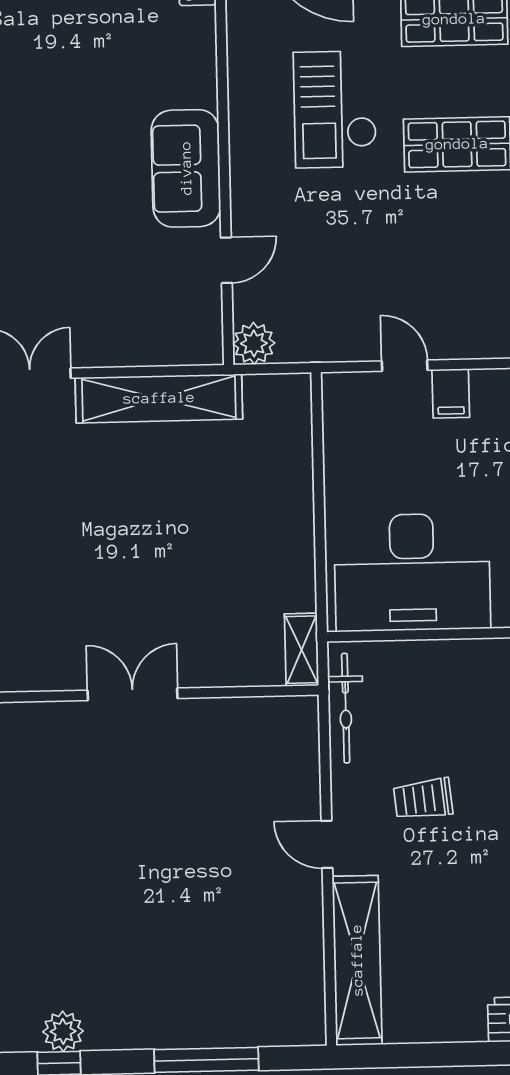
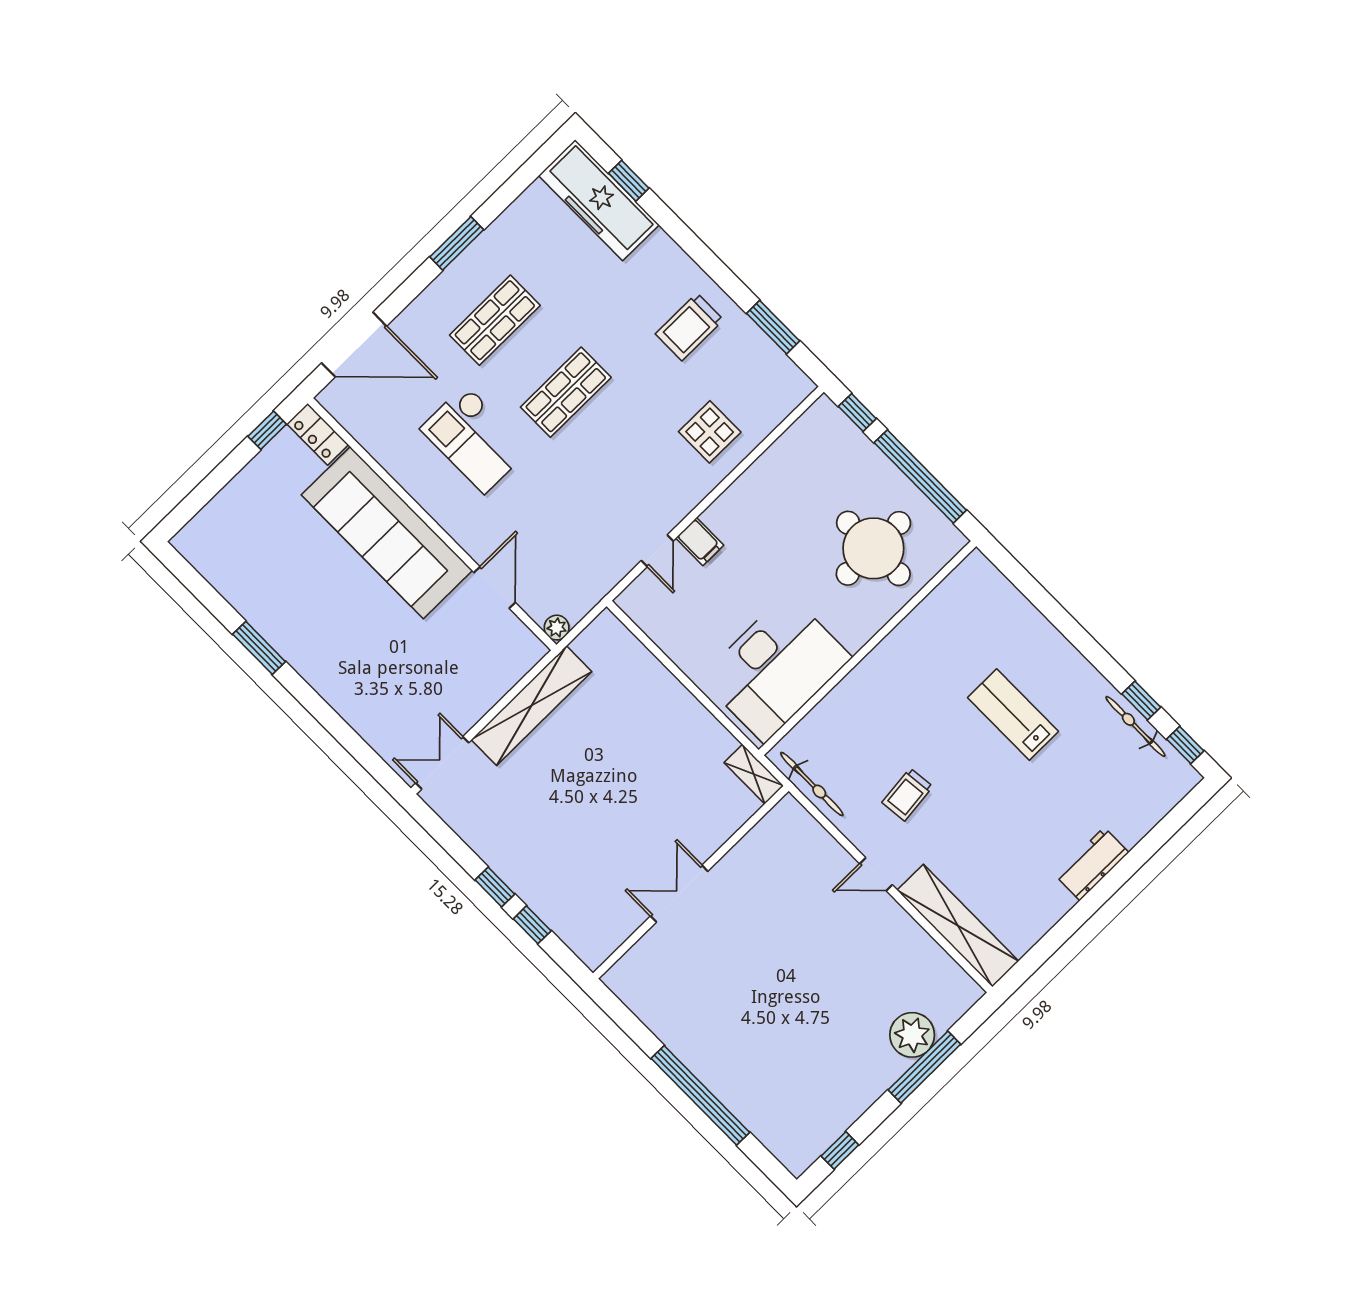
sofa: (186, 168) -> (387, 533), width x1.85, depth x1.27
door: (226, 260) -> (495, 587), width x1.38
plant: (254, 343) -> (557, 628), width x0.73, depth x0.73
door: (405, 366) -> (657, 551), swing flipped
plant: (63, 1031) -> (912, 1035), moved, width x1.36, depth x1.36

